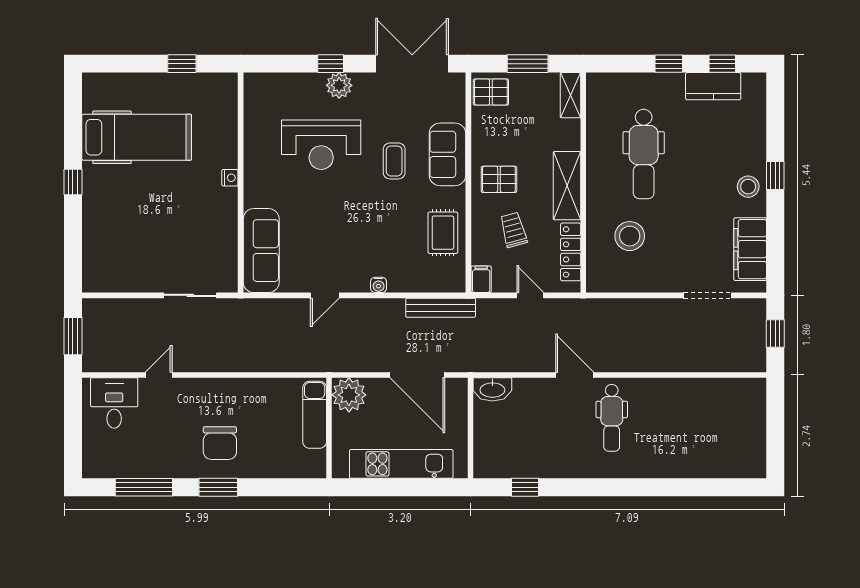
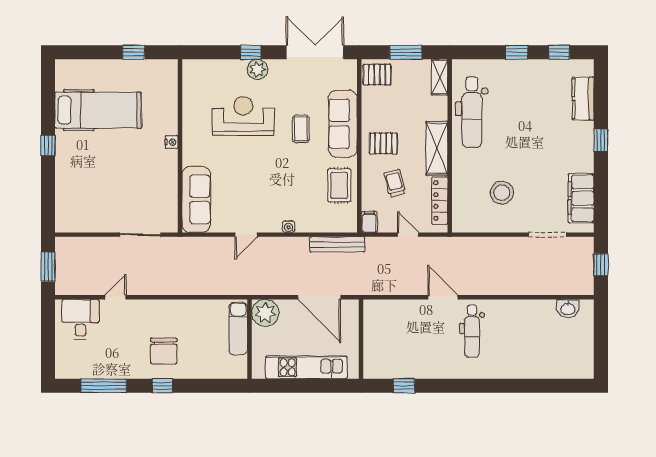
kitchen counter: (713, 86) -> (583, 99), moved, turned 90
reception desk: (321, 145) -> (243, 116), turned 180
sofa: (447, 154) -> (343, 124), width x1.36
dental chair: (644, 154) -> (472, 112), moved
stool: (748, 187) -> (579, 149), removed
stool: (630, 236) -> (502, 193), moved
washbasin: (492, 389) -> (568, 309), moved, width x0.72
window: (218, 487) -> (162, 386), width x0.67

